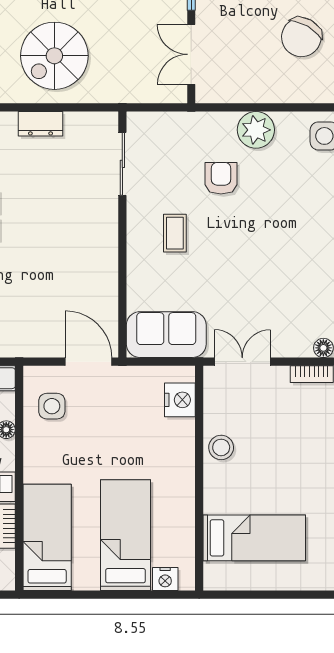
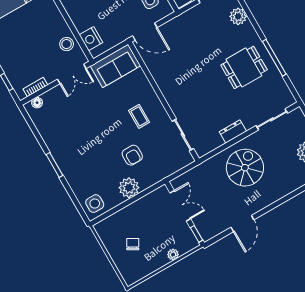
chair: (301, 37) -> (133, 244), width x0.54, depth x0.54
stool: (221, 447) -> (67, 44), moved

